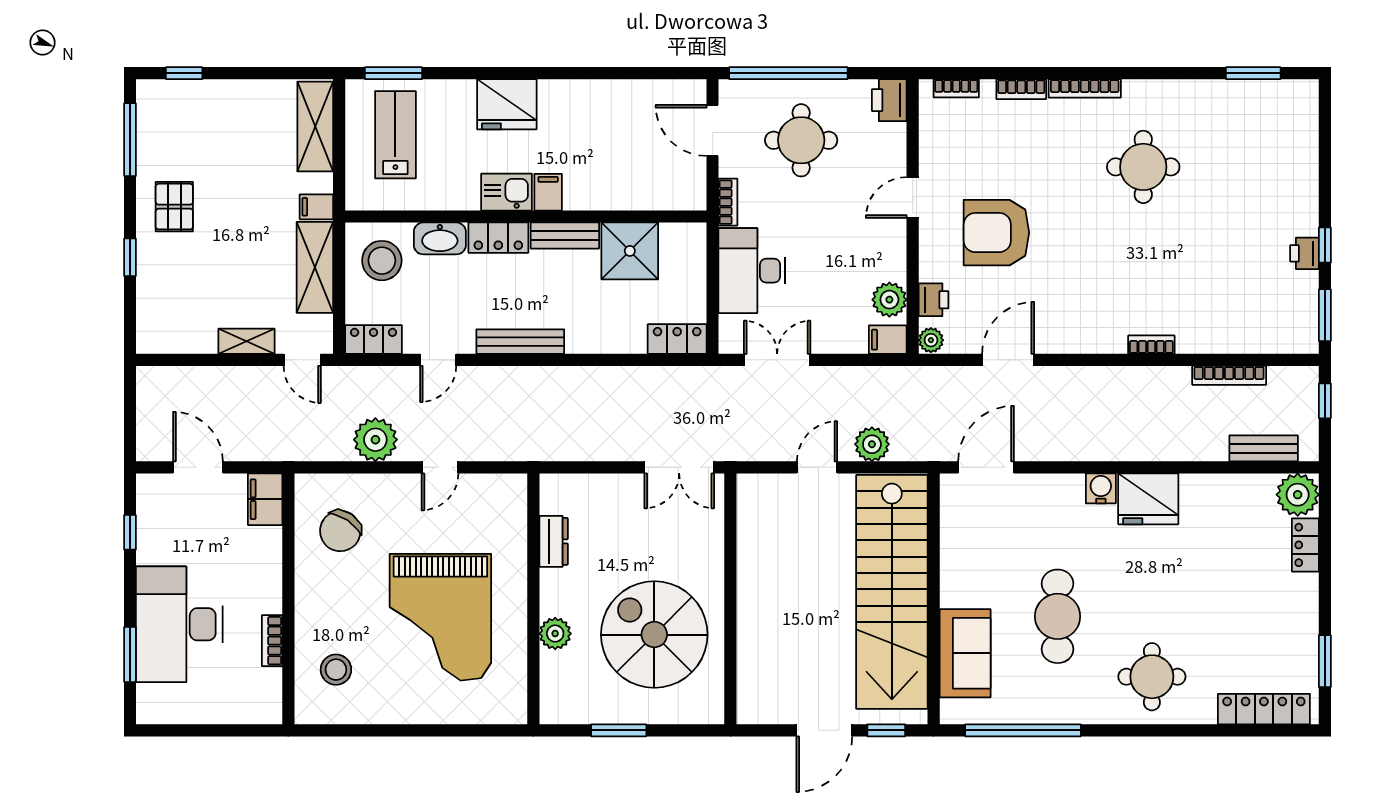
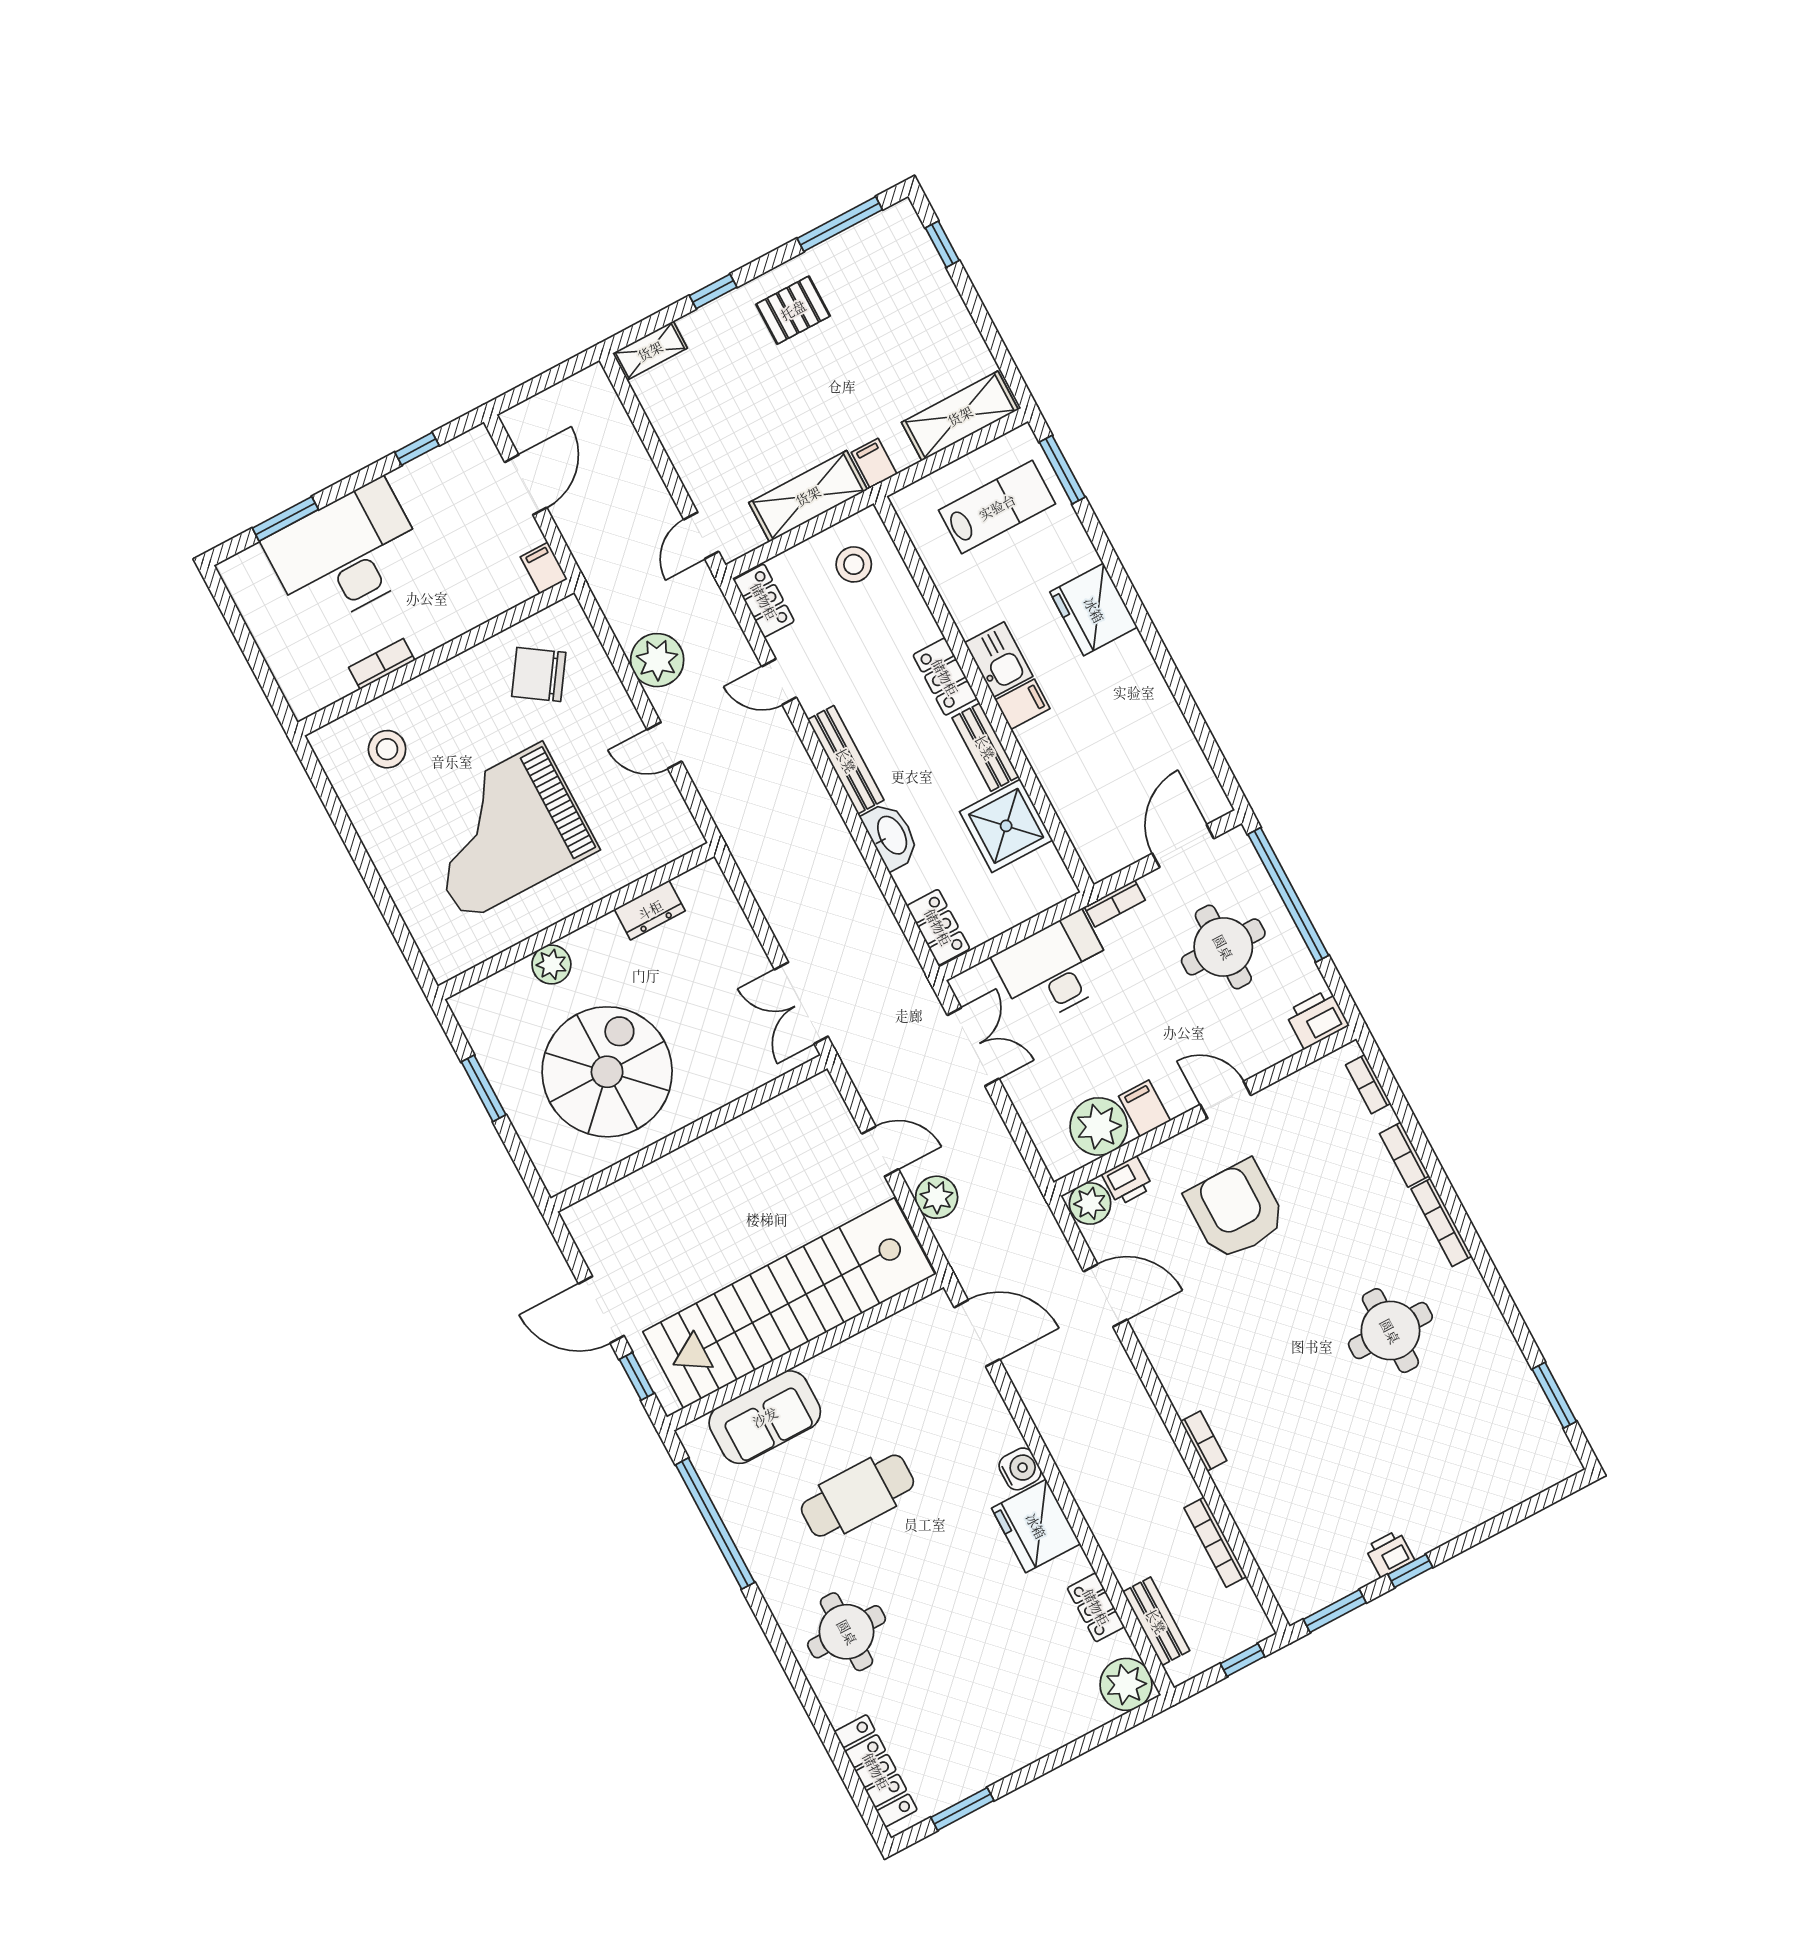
washbasin: (440, 238) -> (891, 836), moved, turned 180
stool: (382, 261) -> (854, 564), width x0.73, depth x0.73
plant: (889, 300) -> (1099, 1126), width x1.36, depth x1.36
filing cabinet: (888, 340) -> (1145, 1108), moved
plant: (931, 340) -> (1090, 1203), width x1.38, depth x1.38
shelving: (246, 341) -> (650, 351), moved, turned 90
filing cabinet: (265, 499) -> (544, 568), width x0.50
locker: (1305, 545) -> (1096, 1607), moved, turned -90

